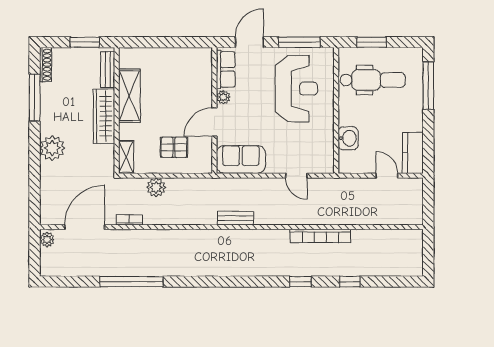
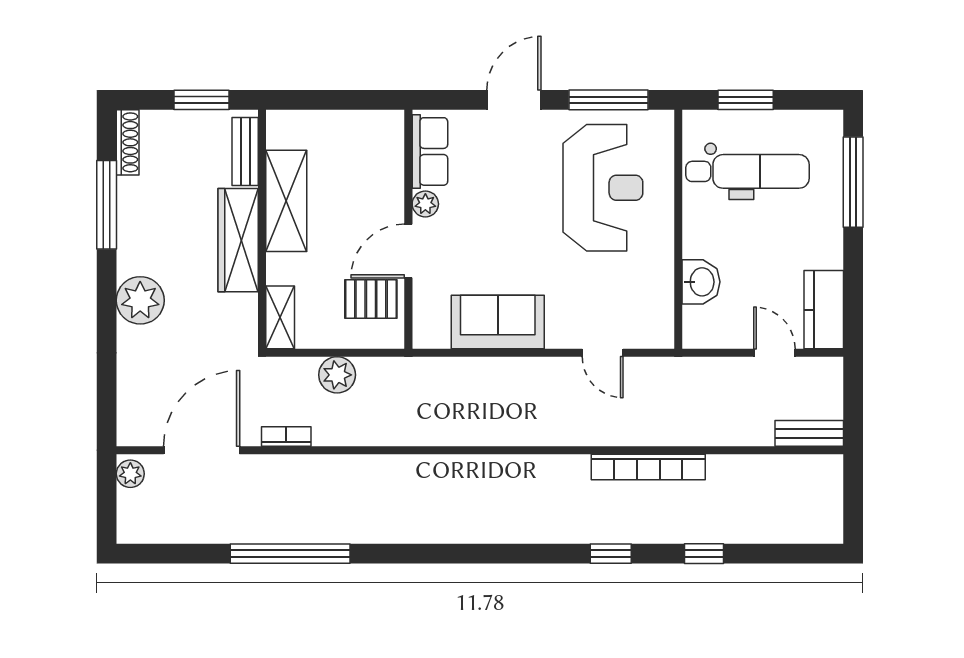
row of seats: (226, 69) -> (430, 151), moved
plant: (223, 97) -> (425, 204), moved
wall: (214, 110) -> (408, 229), moved
door: (214, 122) -> (408, 251), moved
bench: (236, 218) -> (809, 433), moved

